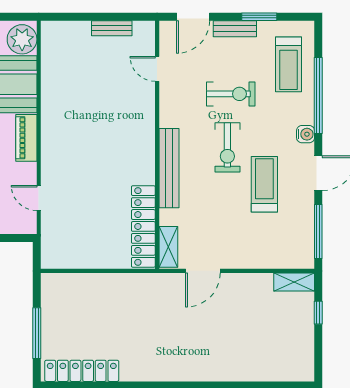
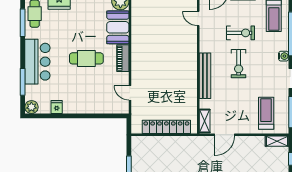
treadmill: (264, 184) -> (266, 113), moved
locker: (143, 226) -> (166, 127), moved, turned 90

